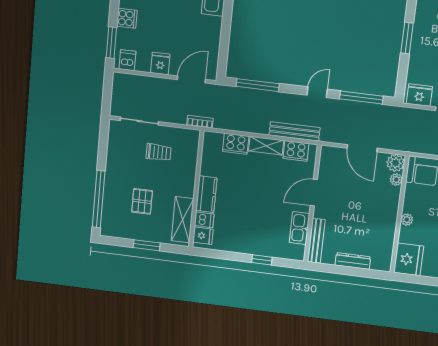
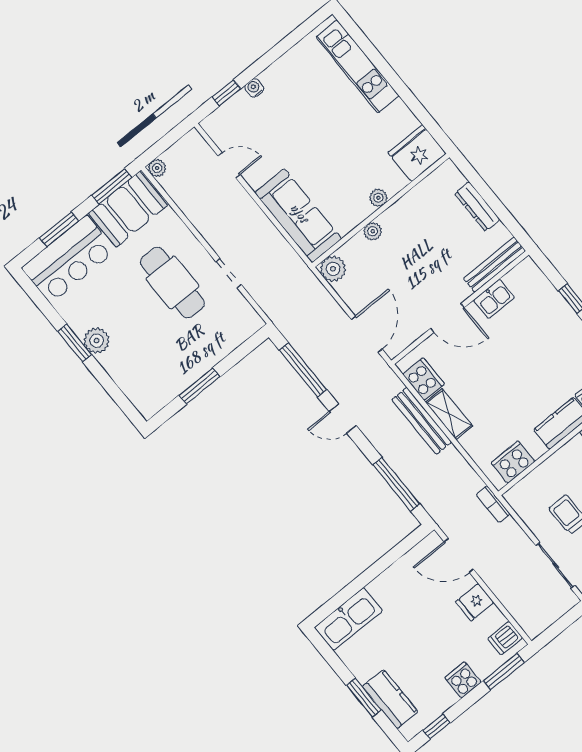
fridge: (419, 95) -> (242, 316), removed
bench: (295, 131) -> (422, 421), moved
cooker: (236, 144) -> (513, 462), moved, turned -90
door: (362, 148) -> (367, 334), moved
plant: (396, 179) -> (373, 231), moved
kitchen sink: (299, 228) -> (494, 299), width x0.73

